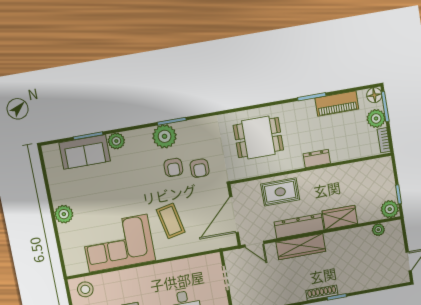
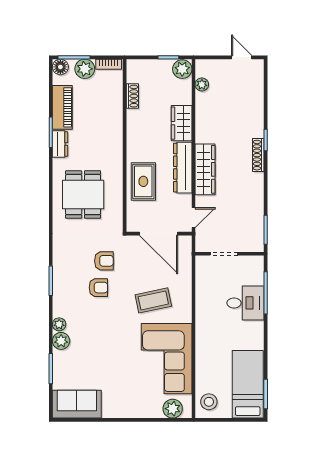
plant: (165, 136) -> (59, 324), moved, width x0.53, depth x0.53
sofa: (85, 152) -> (77, 404), moved, turned -90
dresser: (317, 159) -> (60, 144), moved, turned 180
shoe rack: (358, 167) -> (132, 96), added
plant: (64, 214) -> (173, 409), moved

